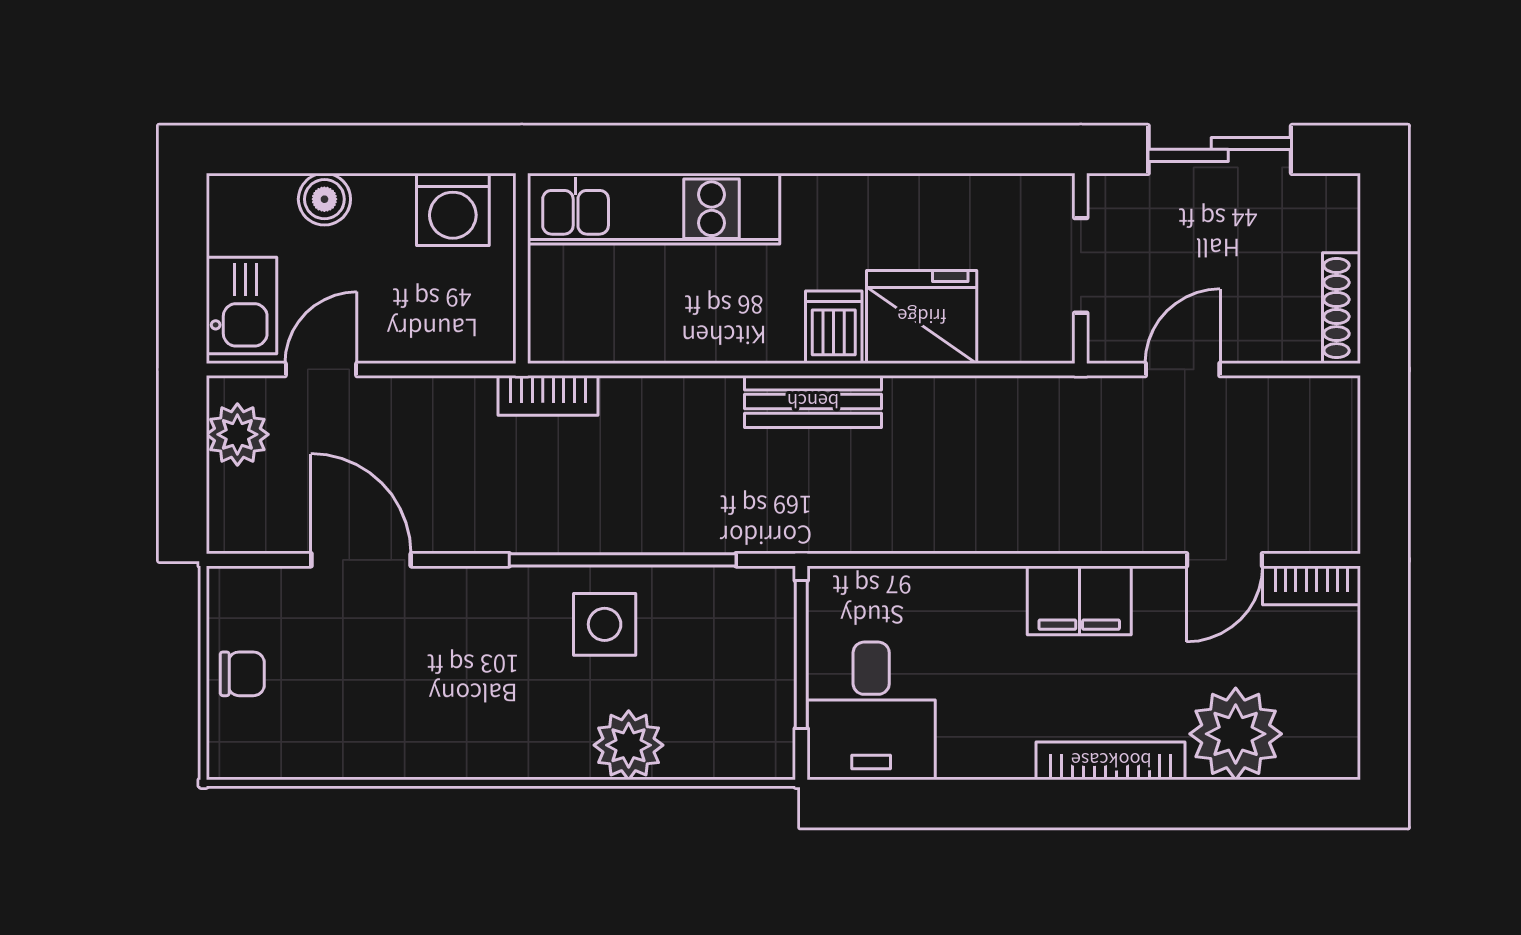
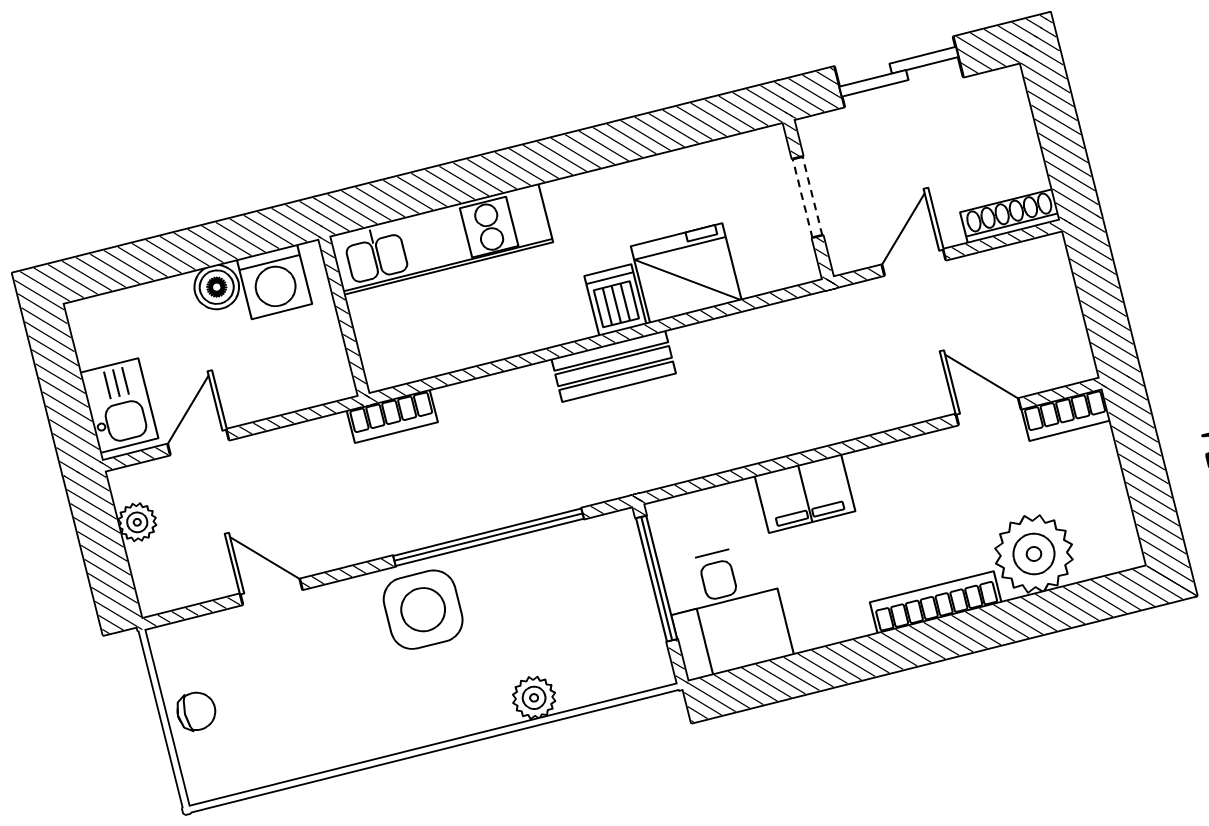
boiler: (324, 199) -> (217, 287), moved
shoe rack: (1341, 308) -> (1010, 216), moved, turned 90
plant: (237, 434) -> (137, 522), width x0.73, depth x0.73
door: (361, 560) -> (271, 592), width x0.73
door: (1225, 560) -> (988, 412), swing flipped
filing cabinet: (1079, 600) -> (805, 494), moved
side table: (605, 624) -> (423, 610), moved, width x1.37, depth x1.37
plant: (629, 745) -> (534, 698), width x0.73, depth x0.73

